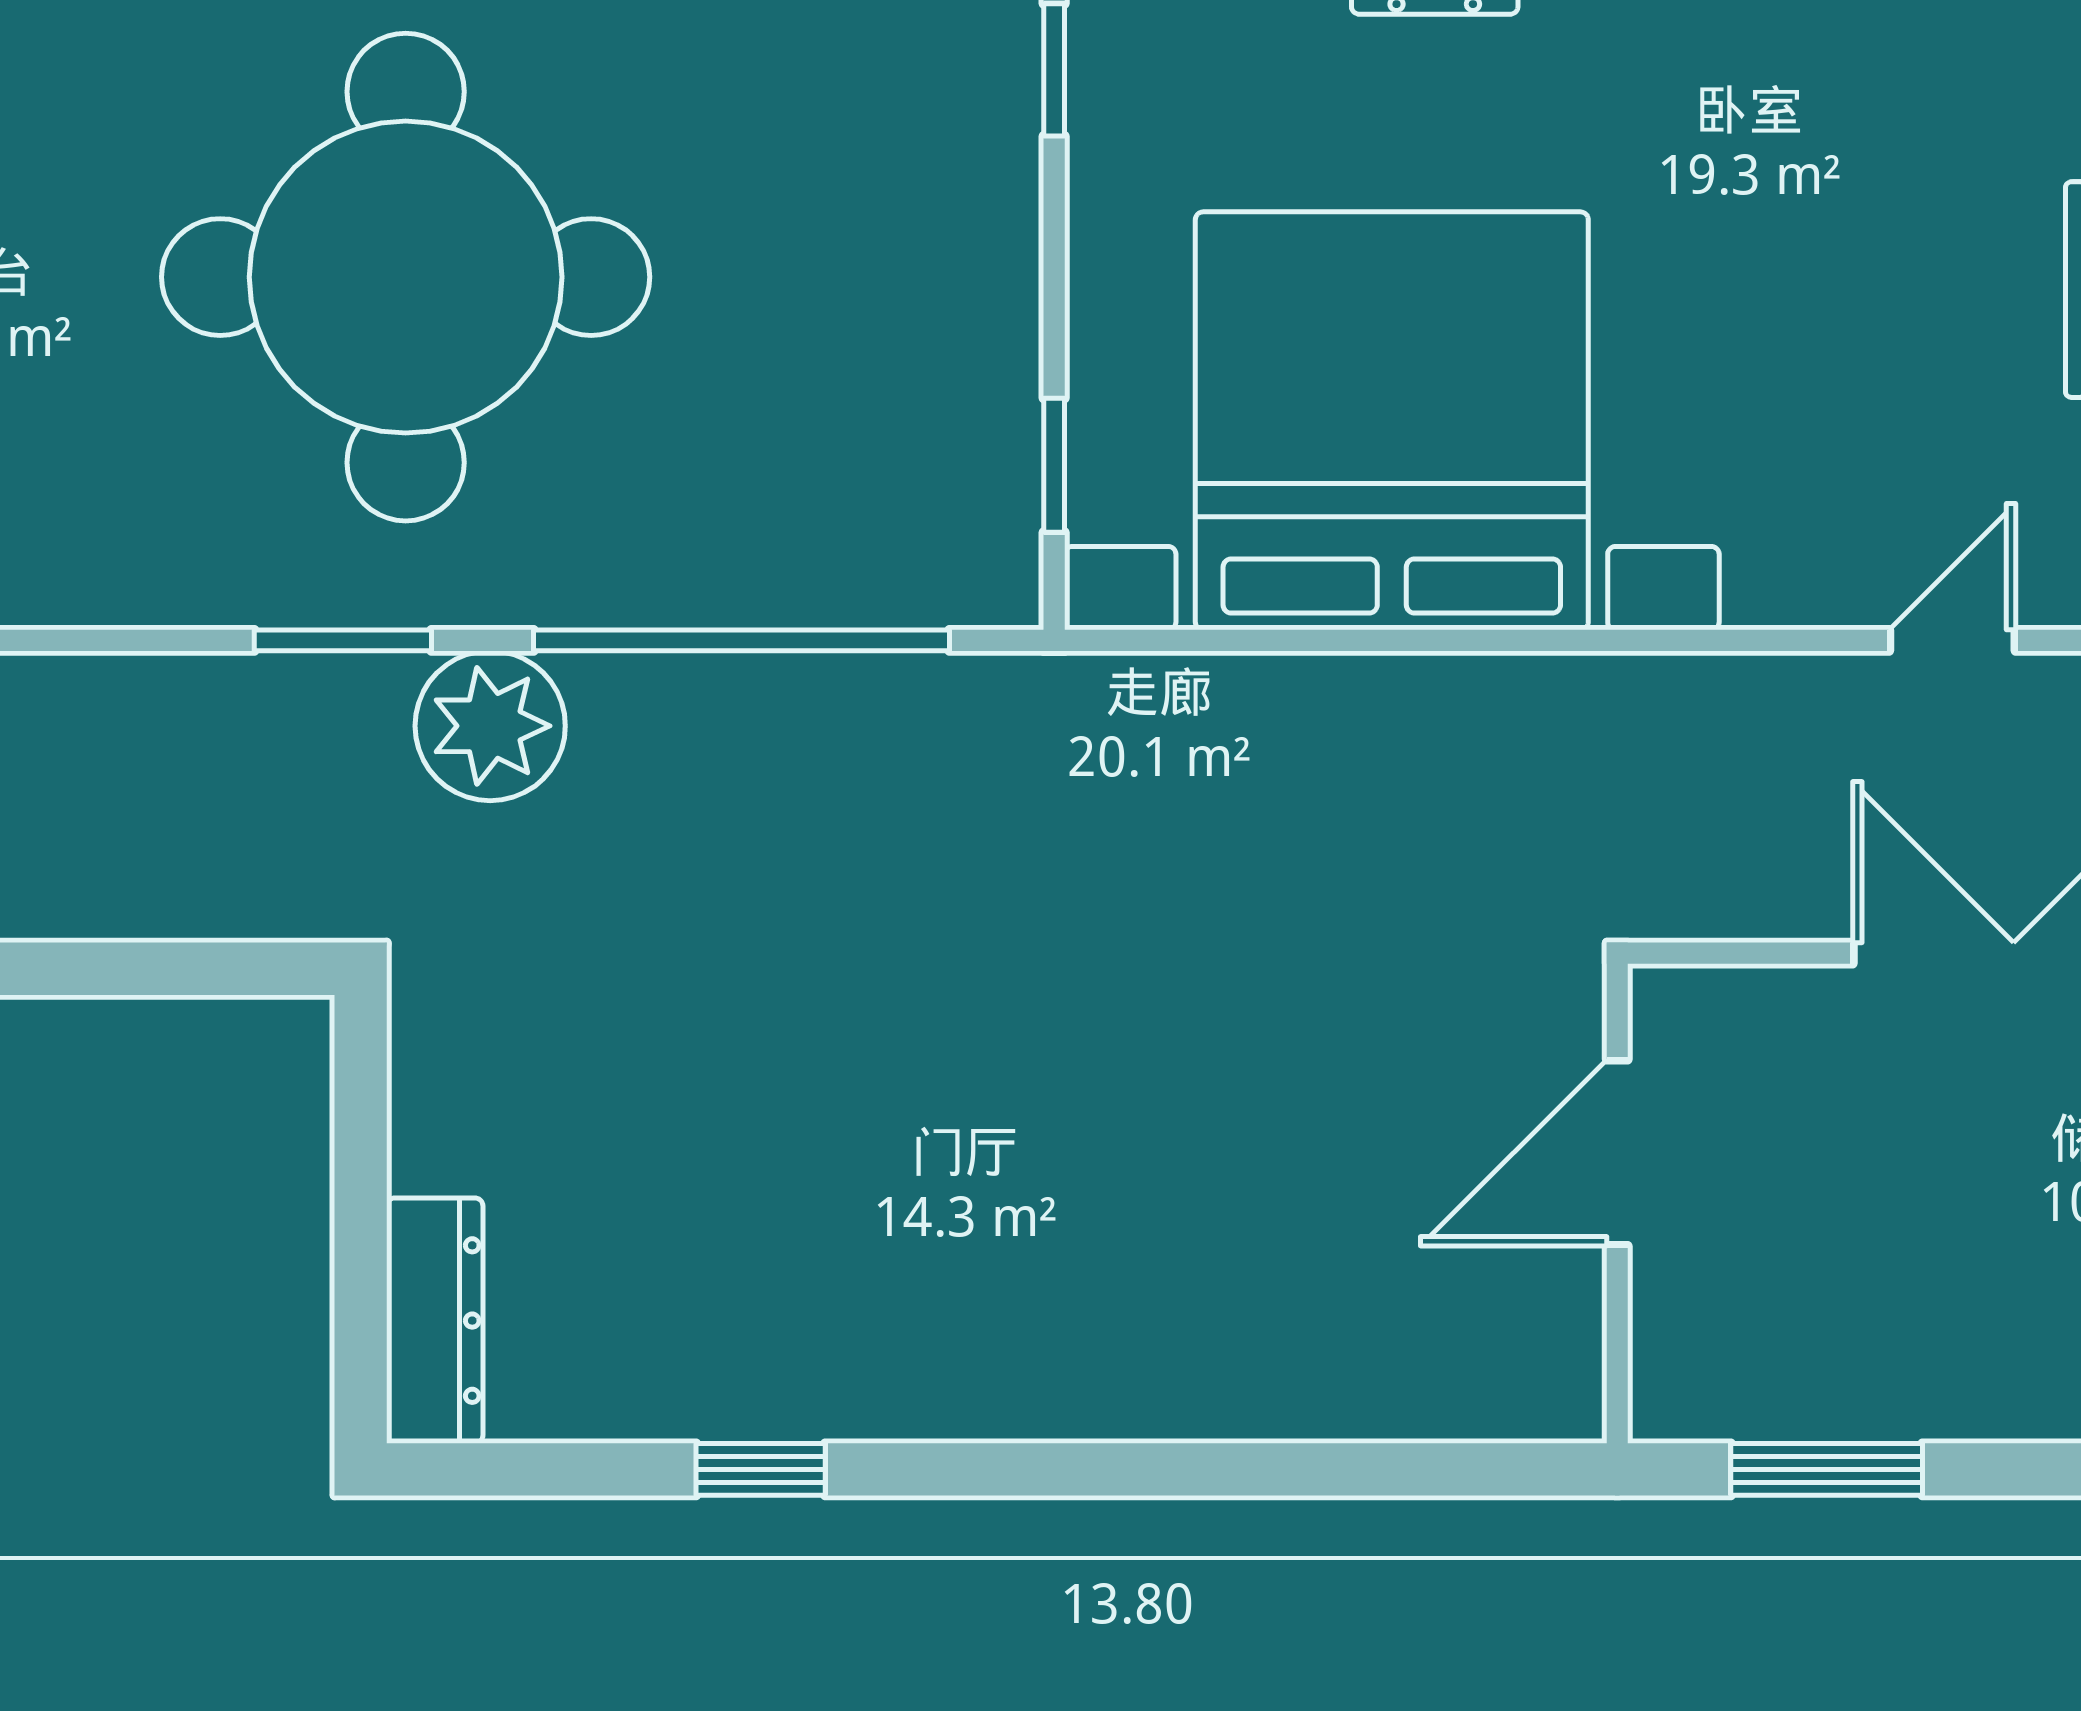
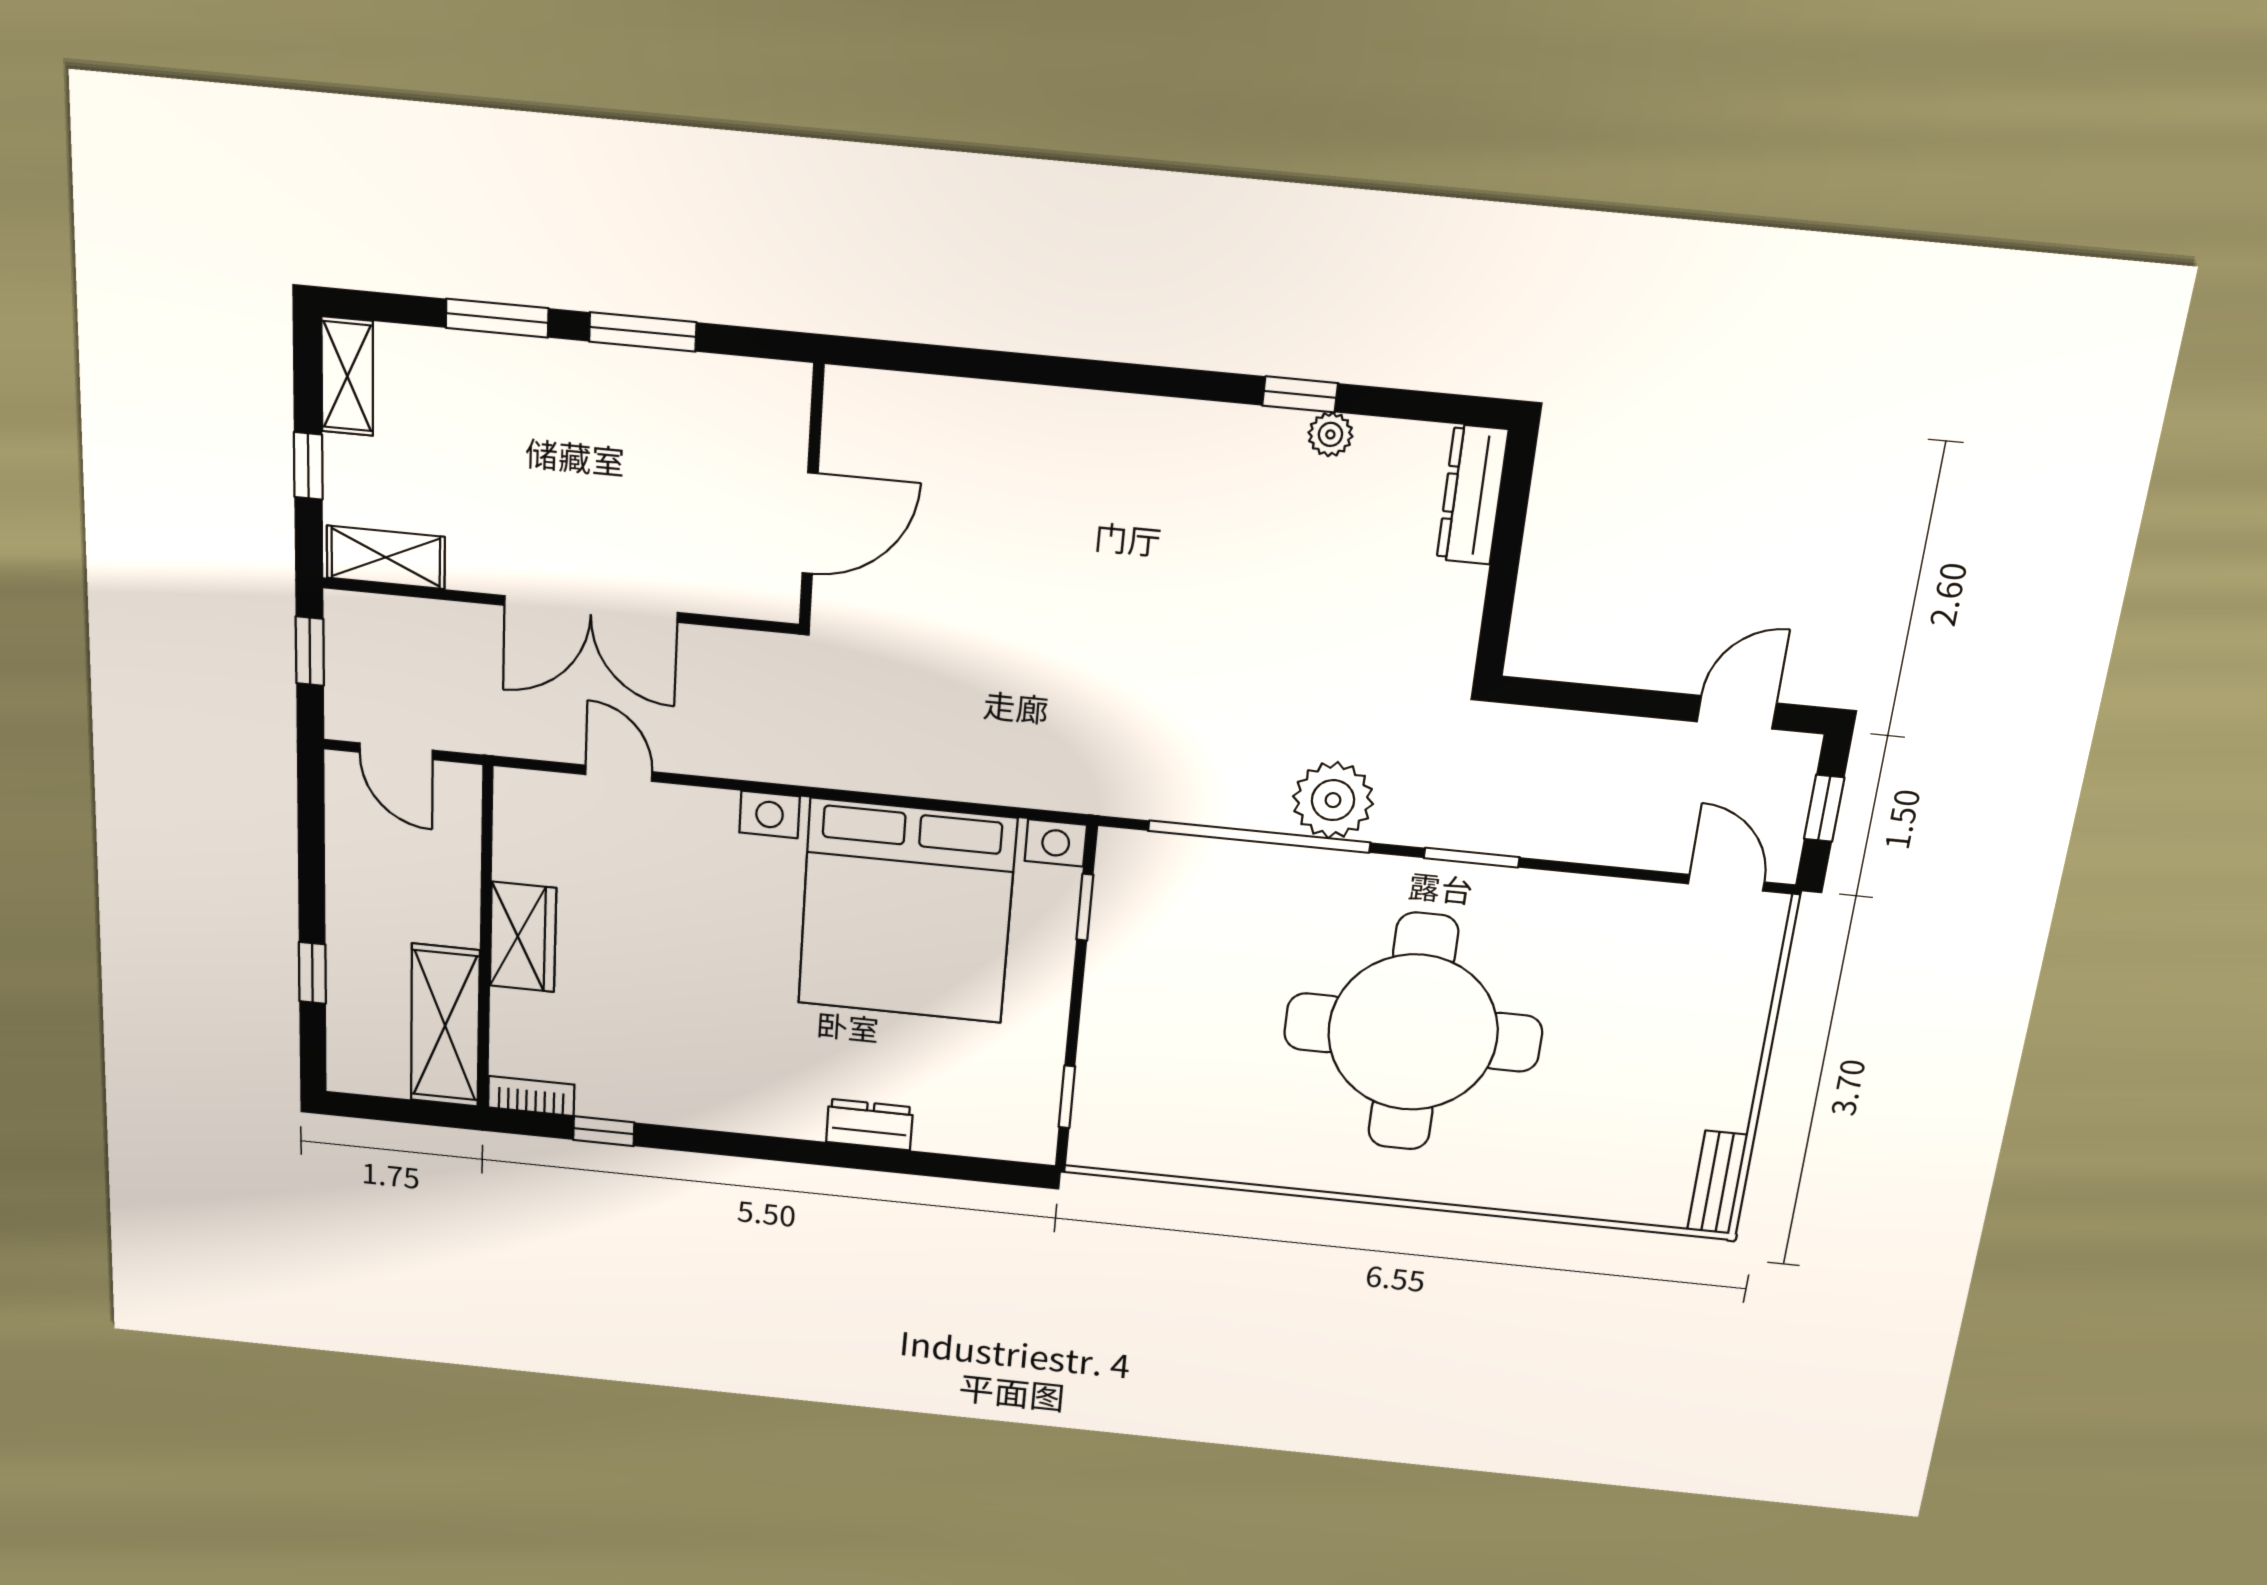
door: (1952, 640) -> (619, 773), swing flipped
plant: (490, 726) -> (1333, 800), moved
plant: (699, 1404) -> (1330, 434), added
window: (1827, 1469) -> (643, 332), moved

